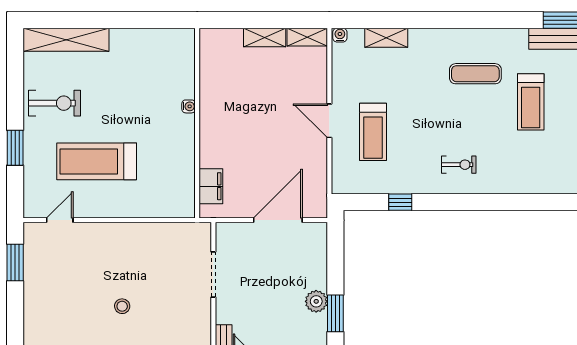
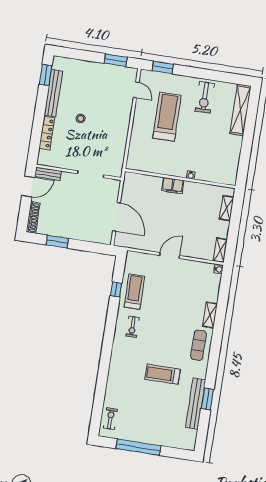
shelving: (265, 37) -> (227, 208), moved
shelving: (386, 38) -> (210, 315), moved
exercise mat: (475, 74) -> (199, 345), moved
treadmill: (373, 132) -> (134, 292), moved, turned 90
window: (15, 148) -> (163, 67), moved
filing cabinet: (211, 186) -> (173, 186), moved
plant: (316, 301) -> (66, 232), removed

